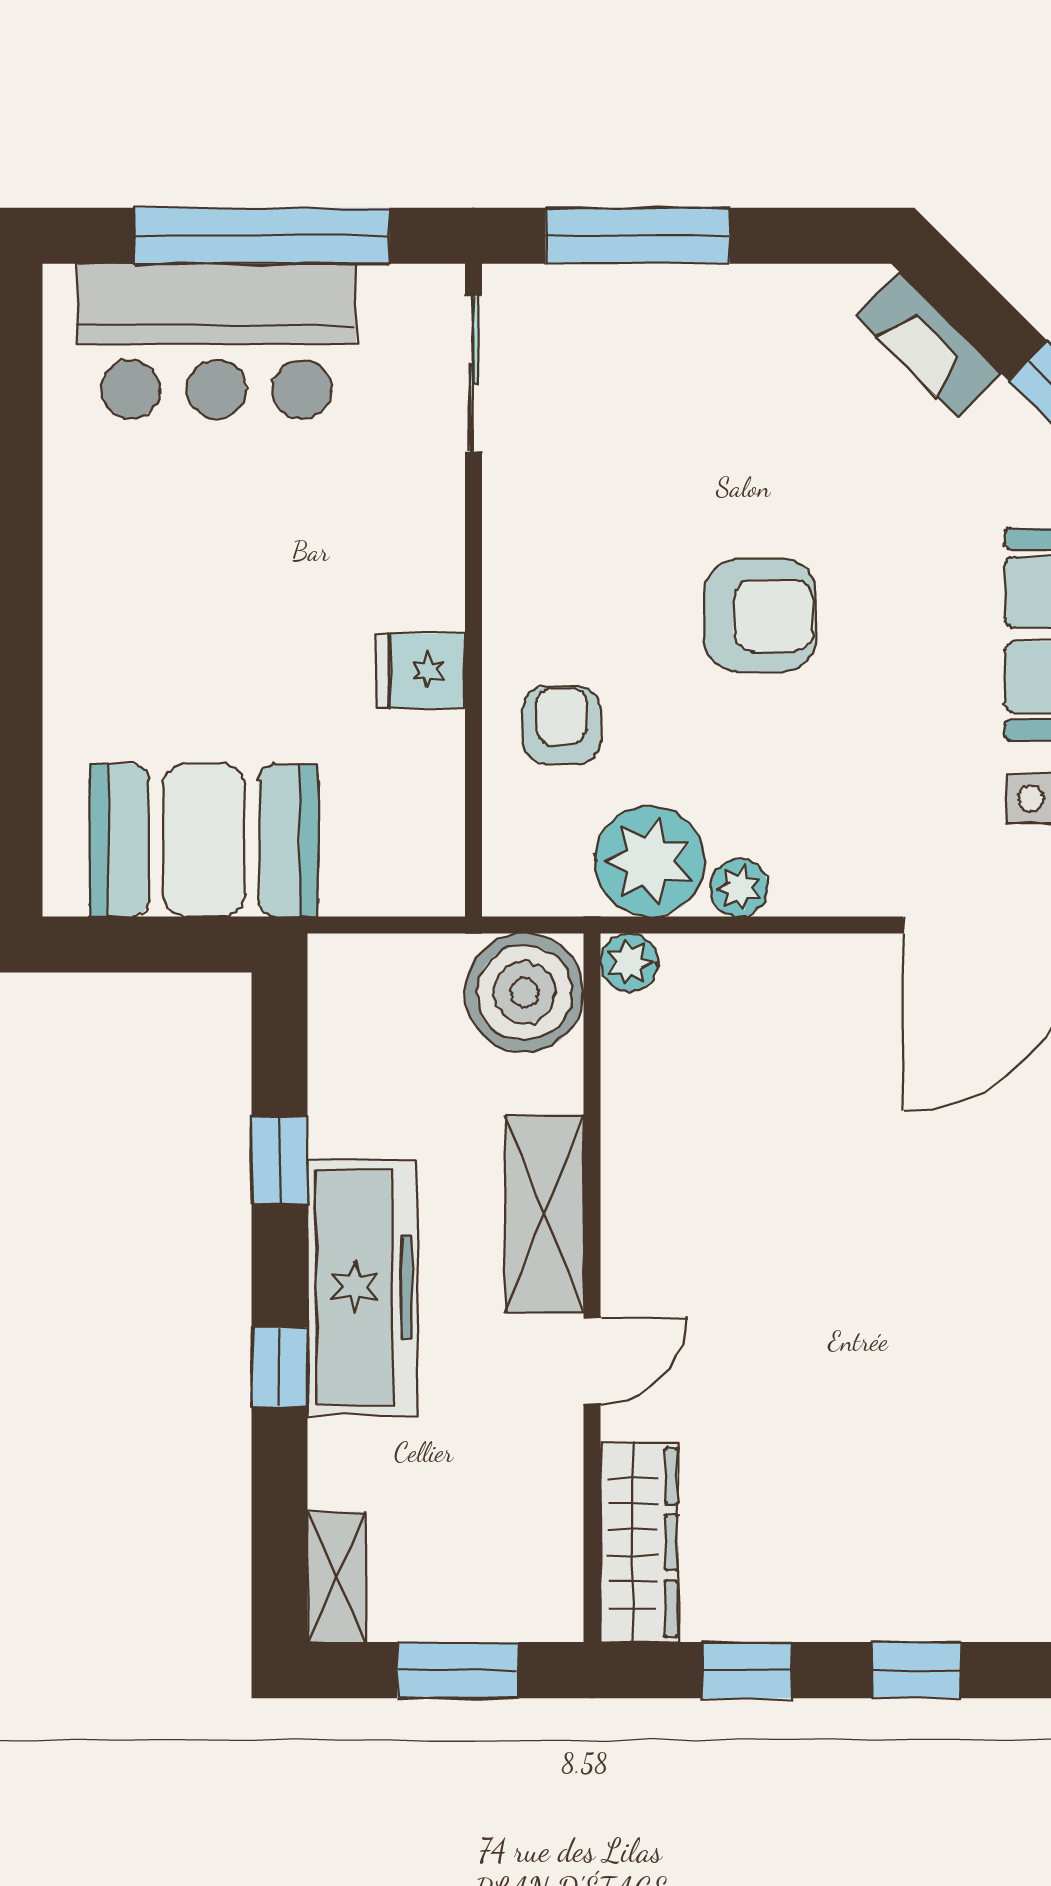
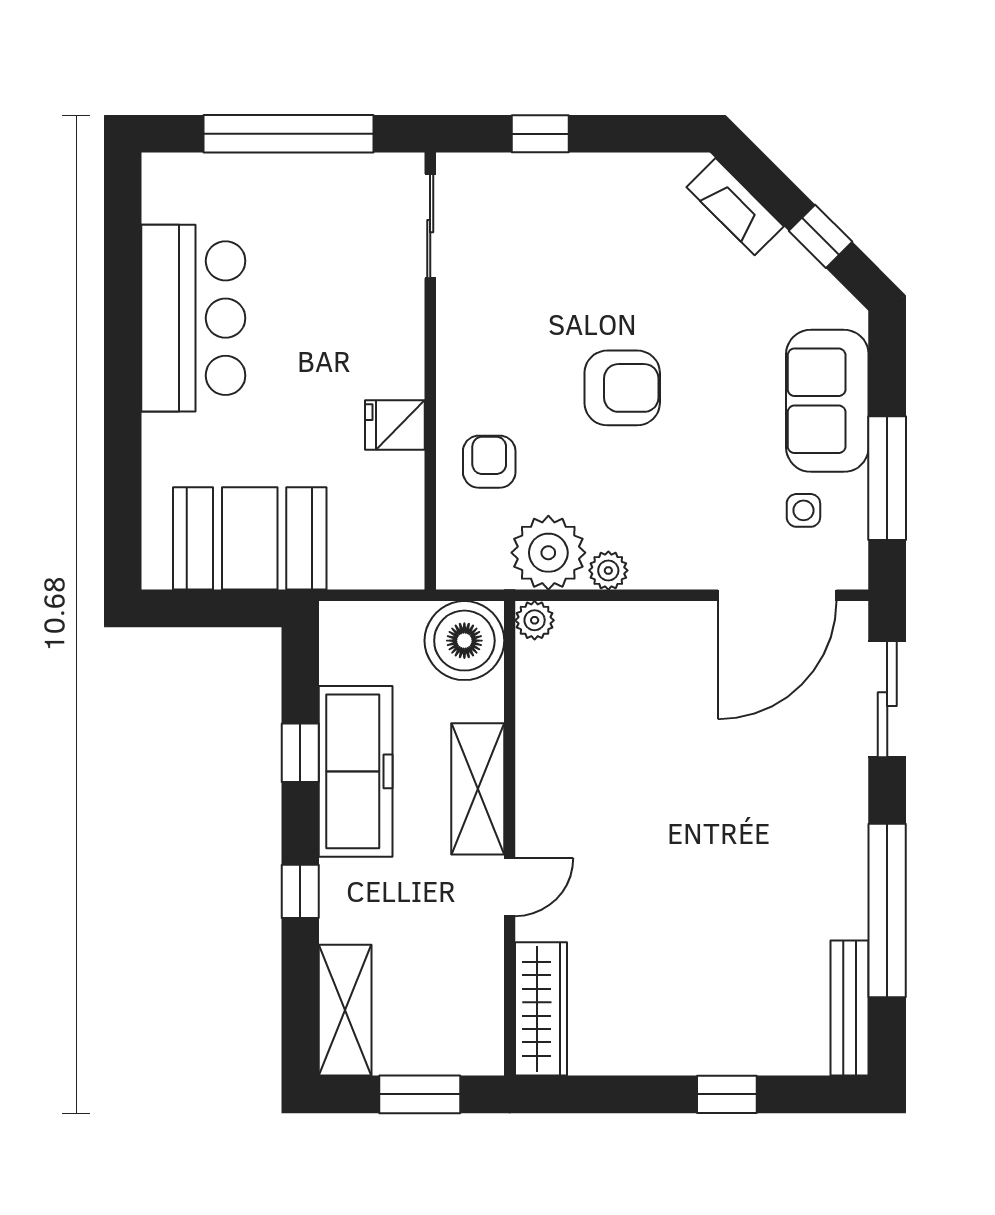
window: (638, 236) -> (540, 134), width x0.46
bar counter: (216, 341) -> (193, 318), moved, turned -90
freezer: (362, 1287) -> (356, 771), moved
shelving: (337, 1577) -> (345, 1010), width x1.50, depth x1.33
window: (747, 1670) -> (613, 1094), removed

